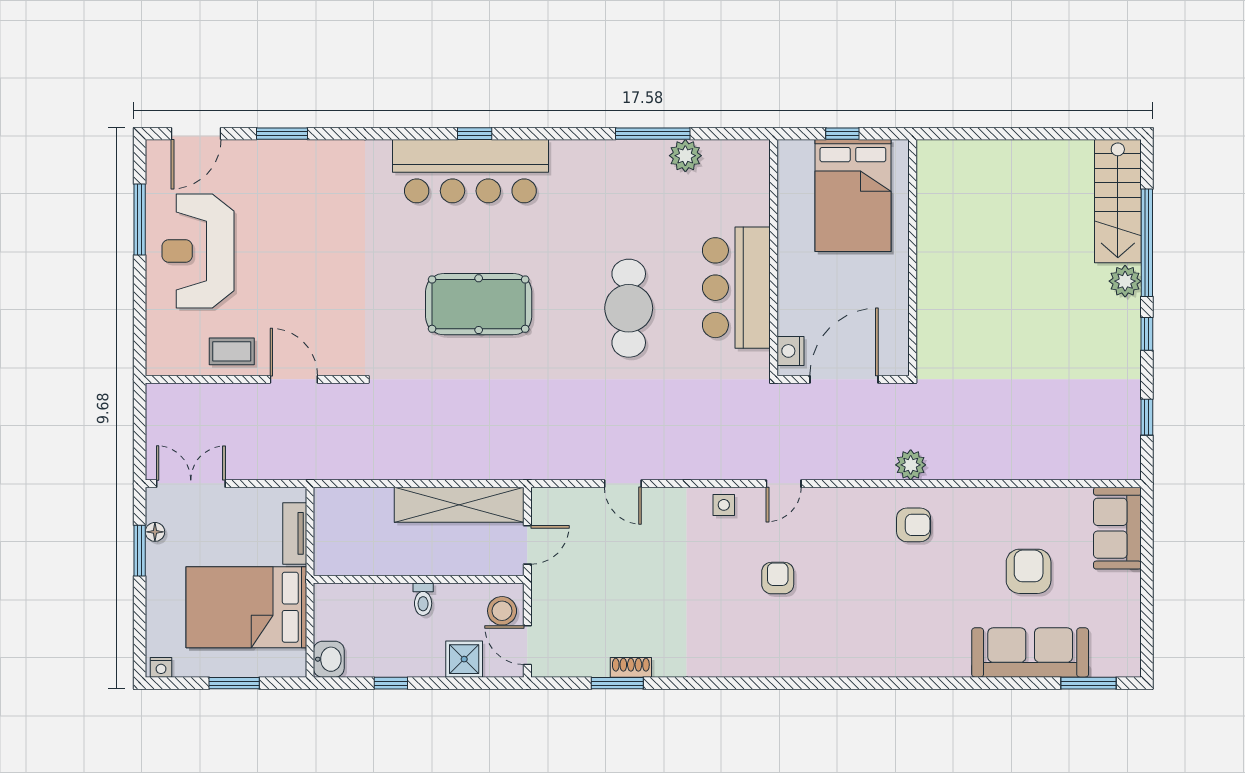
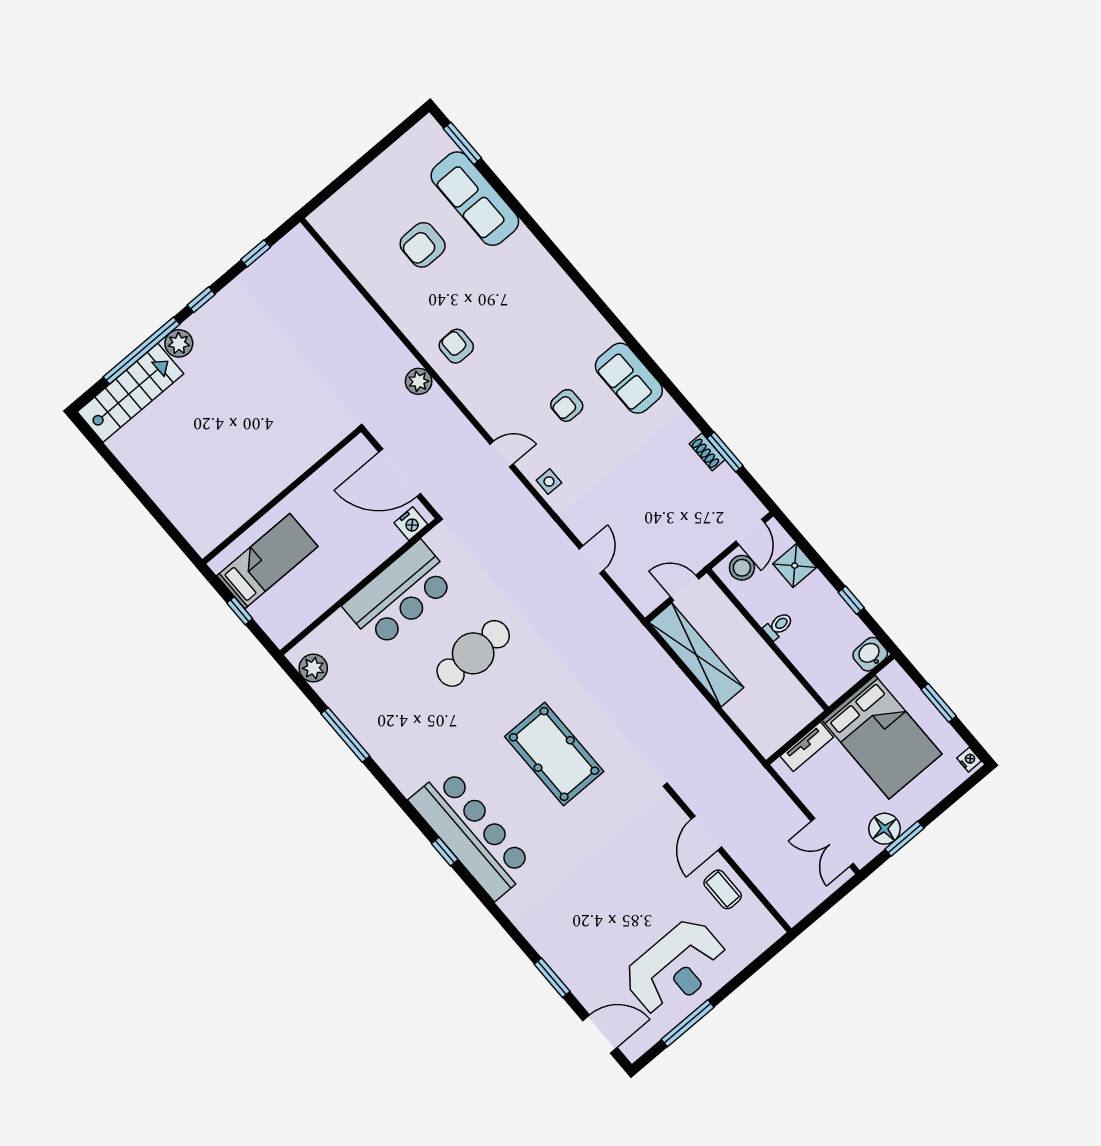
plant: (685, 156) -> (313, 668), moved
bed: (853, 196) -> (267, 561), width x0.67
sofa: (1117, 528) -> (629, 378), moved, turned 90
floor lamp: (155, 532) -> (884, 829), width x1.89, depth x1.89

